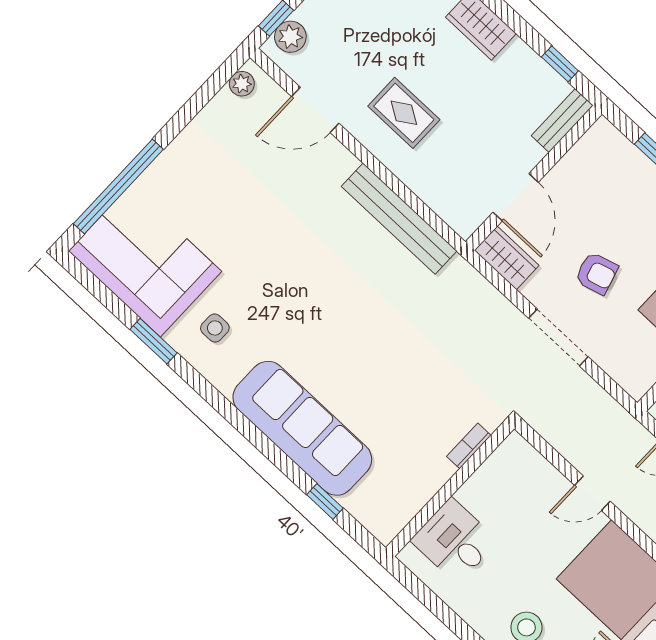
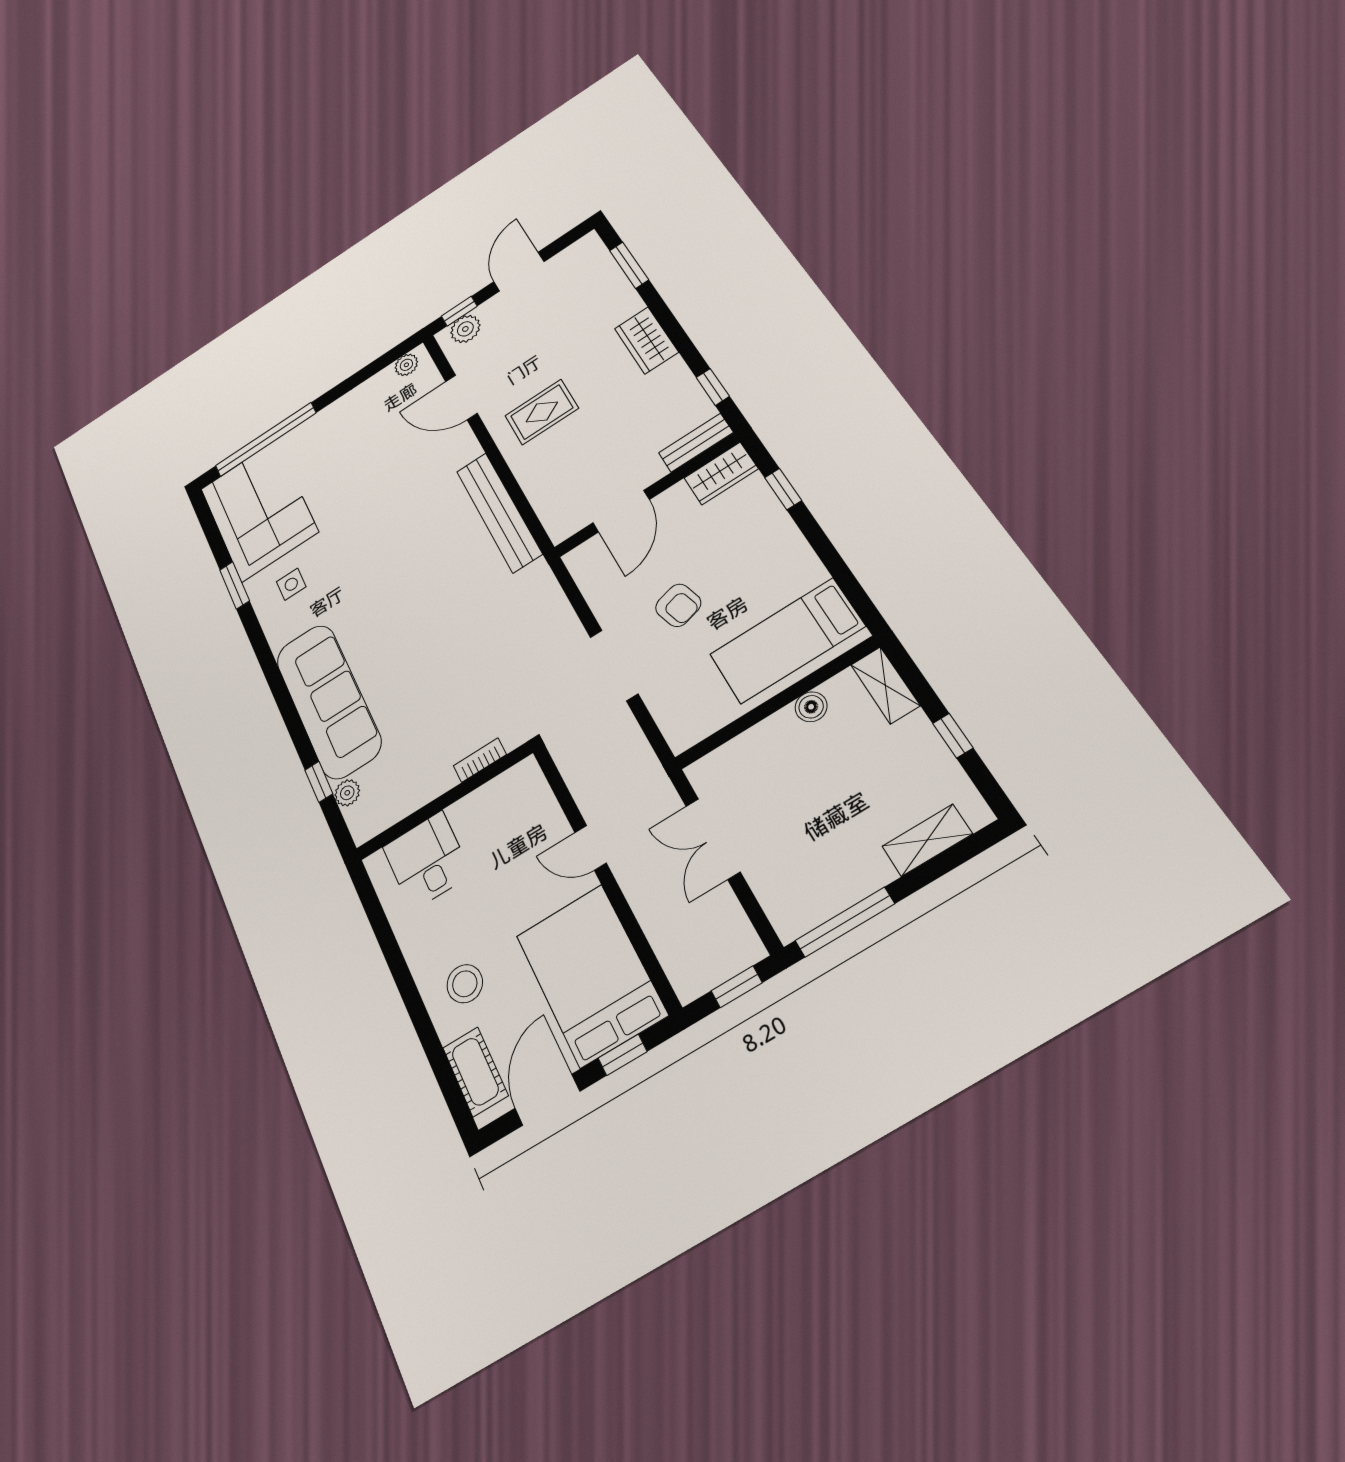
rug: (404, 113) -> (542, 412), turned 90
wardrobe: (507, 258) -> (721, 473), moved, turned 90
plant: (357, 504) -> (347, 793), added

